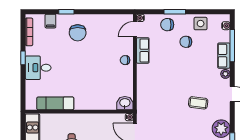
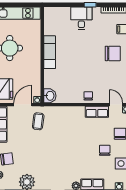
chair: (78, 33) -> (113, 53), turned 180
exam couch: (55, 103) -> (50, 52), moved
coffee table: (198, 103) -> (38, 121), moved

